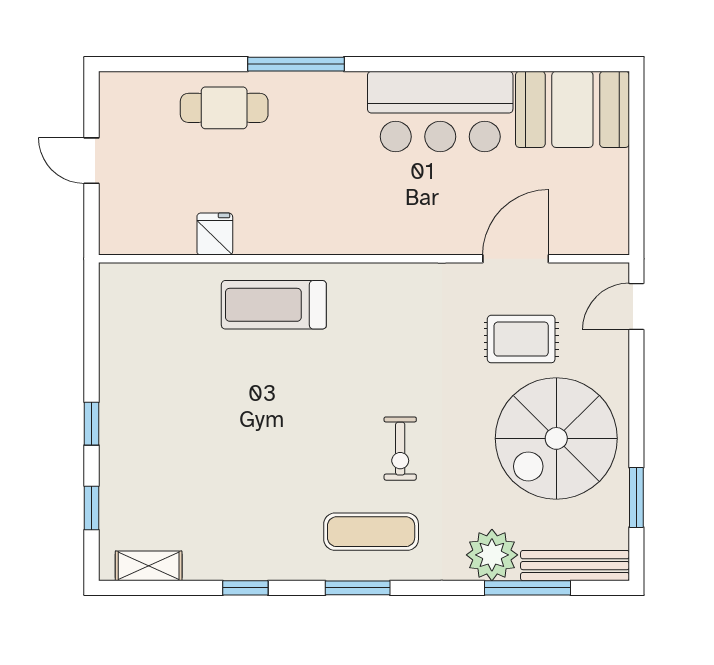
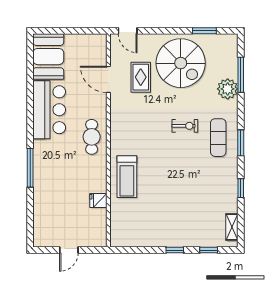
cafe table: (224, 108) -> (92, 137), moved
bench: (575, 566) -> (232, 56), removed

